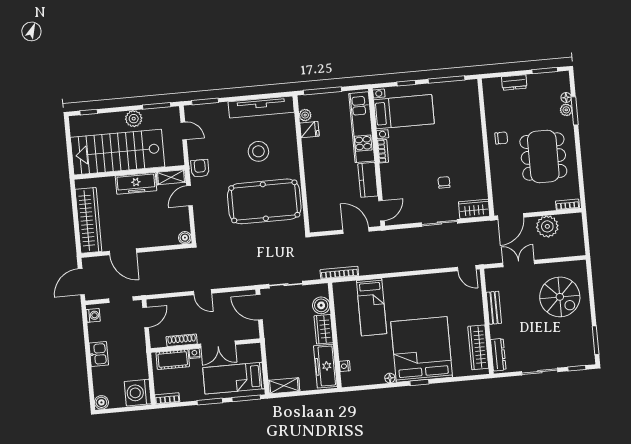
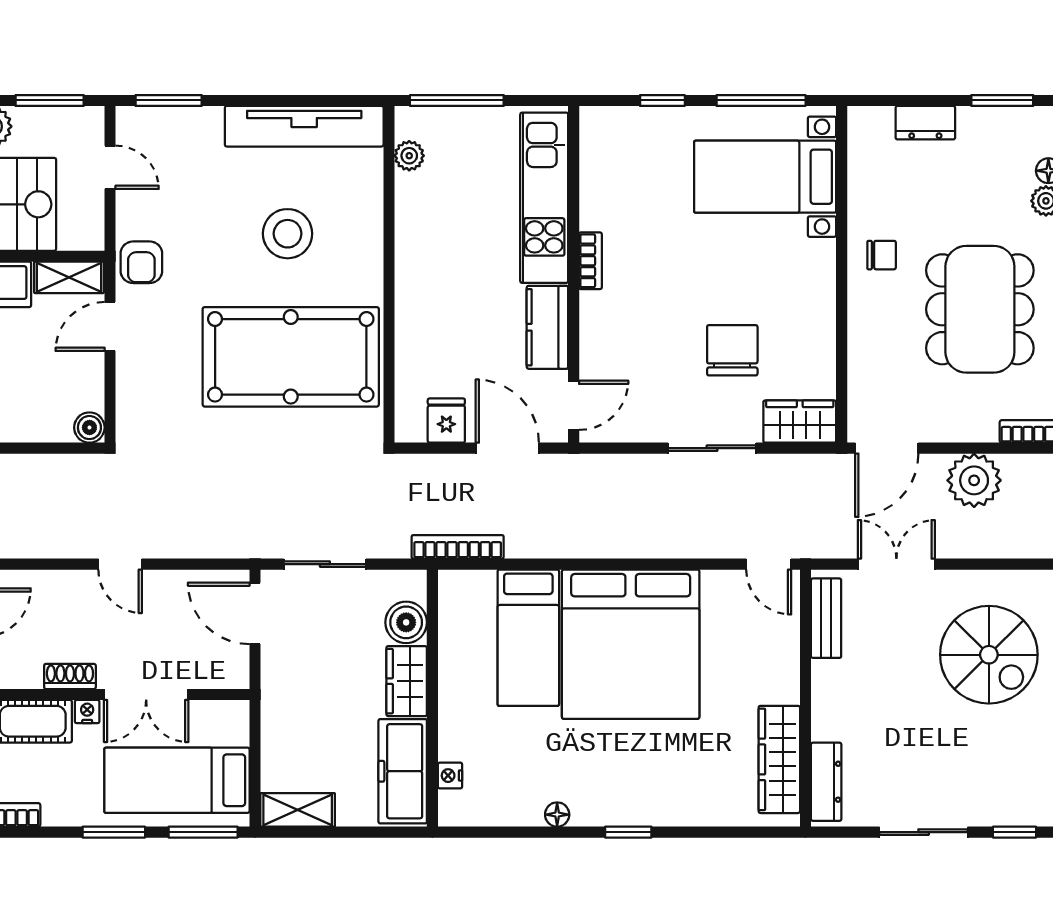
bed with nightstands: (404, 112) -> (765, 177), moved, turned 180
fridge: (309, 130) -> (446, 421), moved, turned -90
armchair: (200, 168) -> (141, 262), turned 180
chair: (444, 182) -> (732, 350), width x1.87, depth x1.87
bench: (494, 308) -> (826, 618), moved
shoe rack: (182, 340) -> (70, 676), width x0.70
bed: (422, 349) -> (631, 644), moved, turned 180

